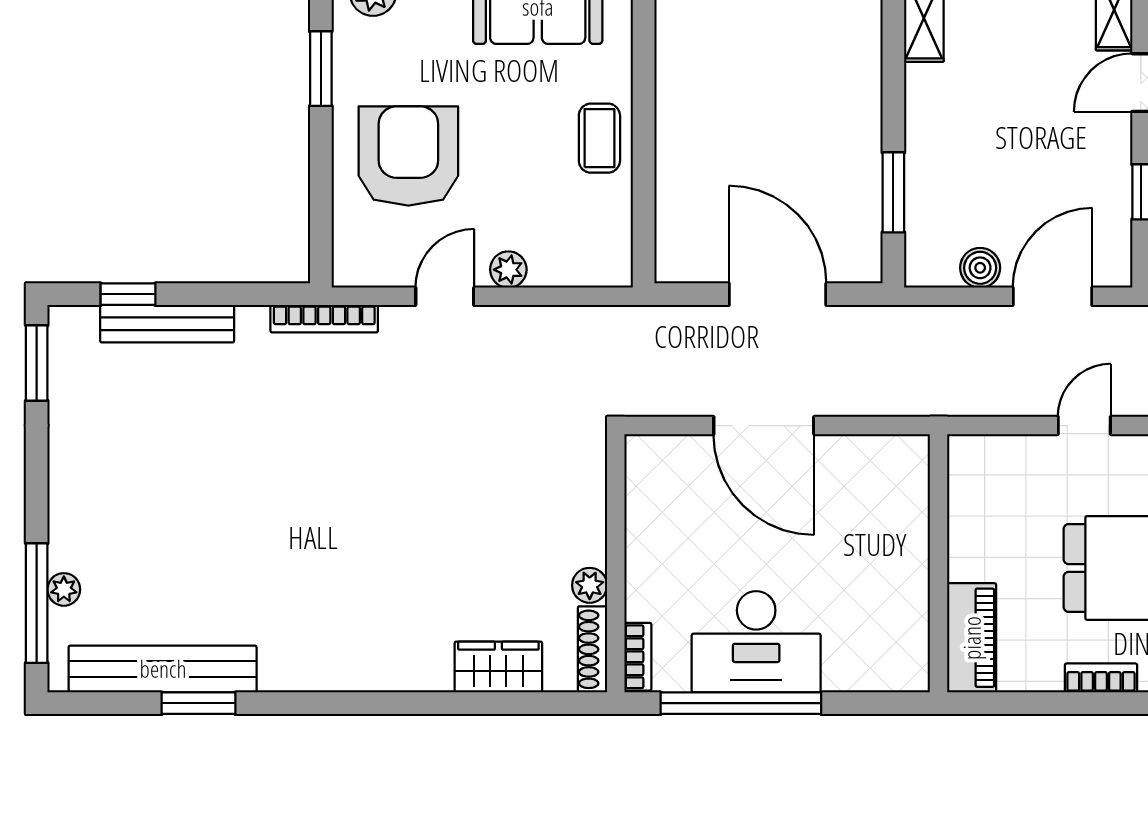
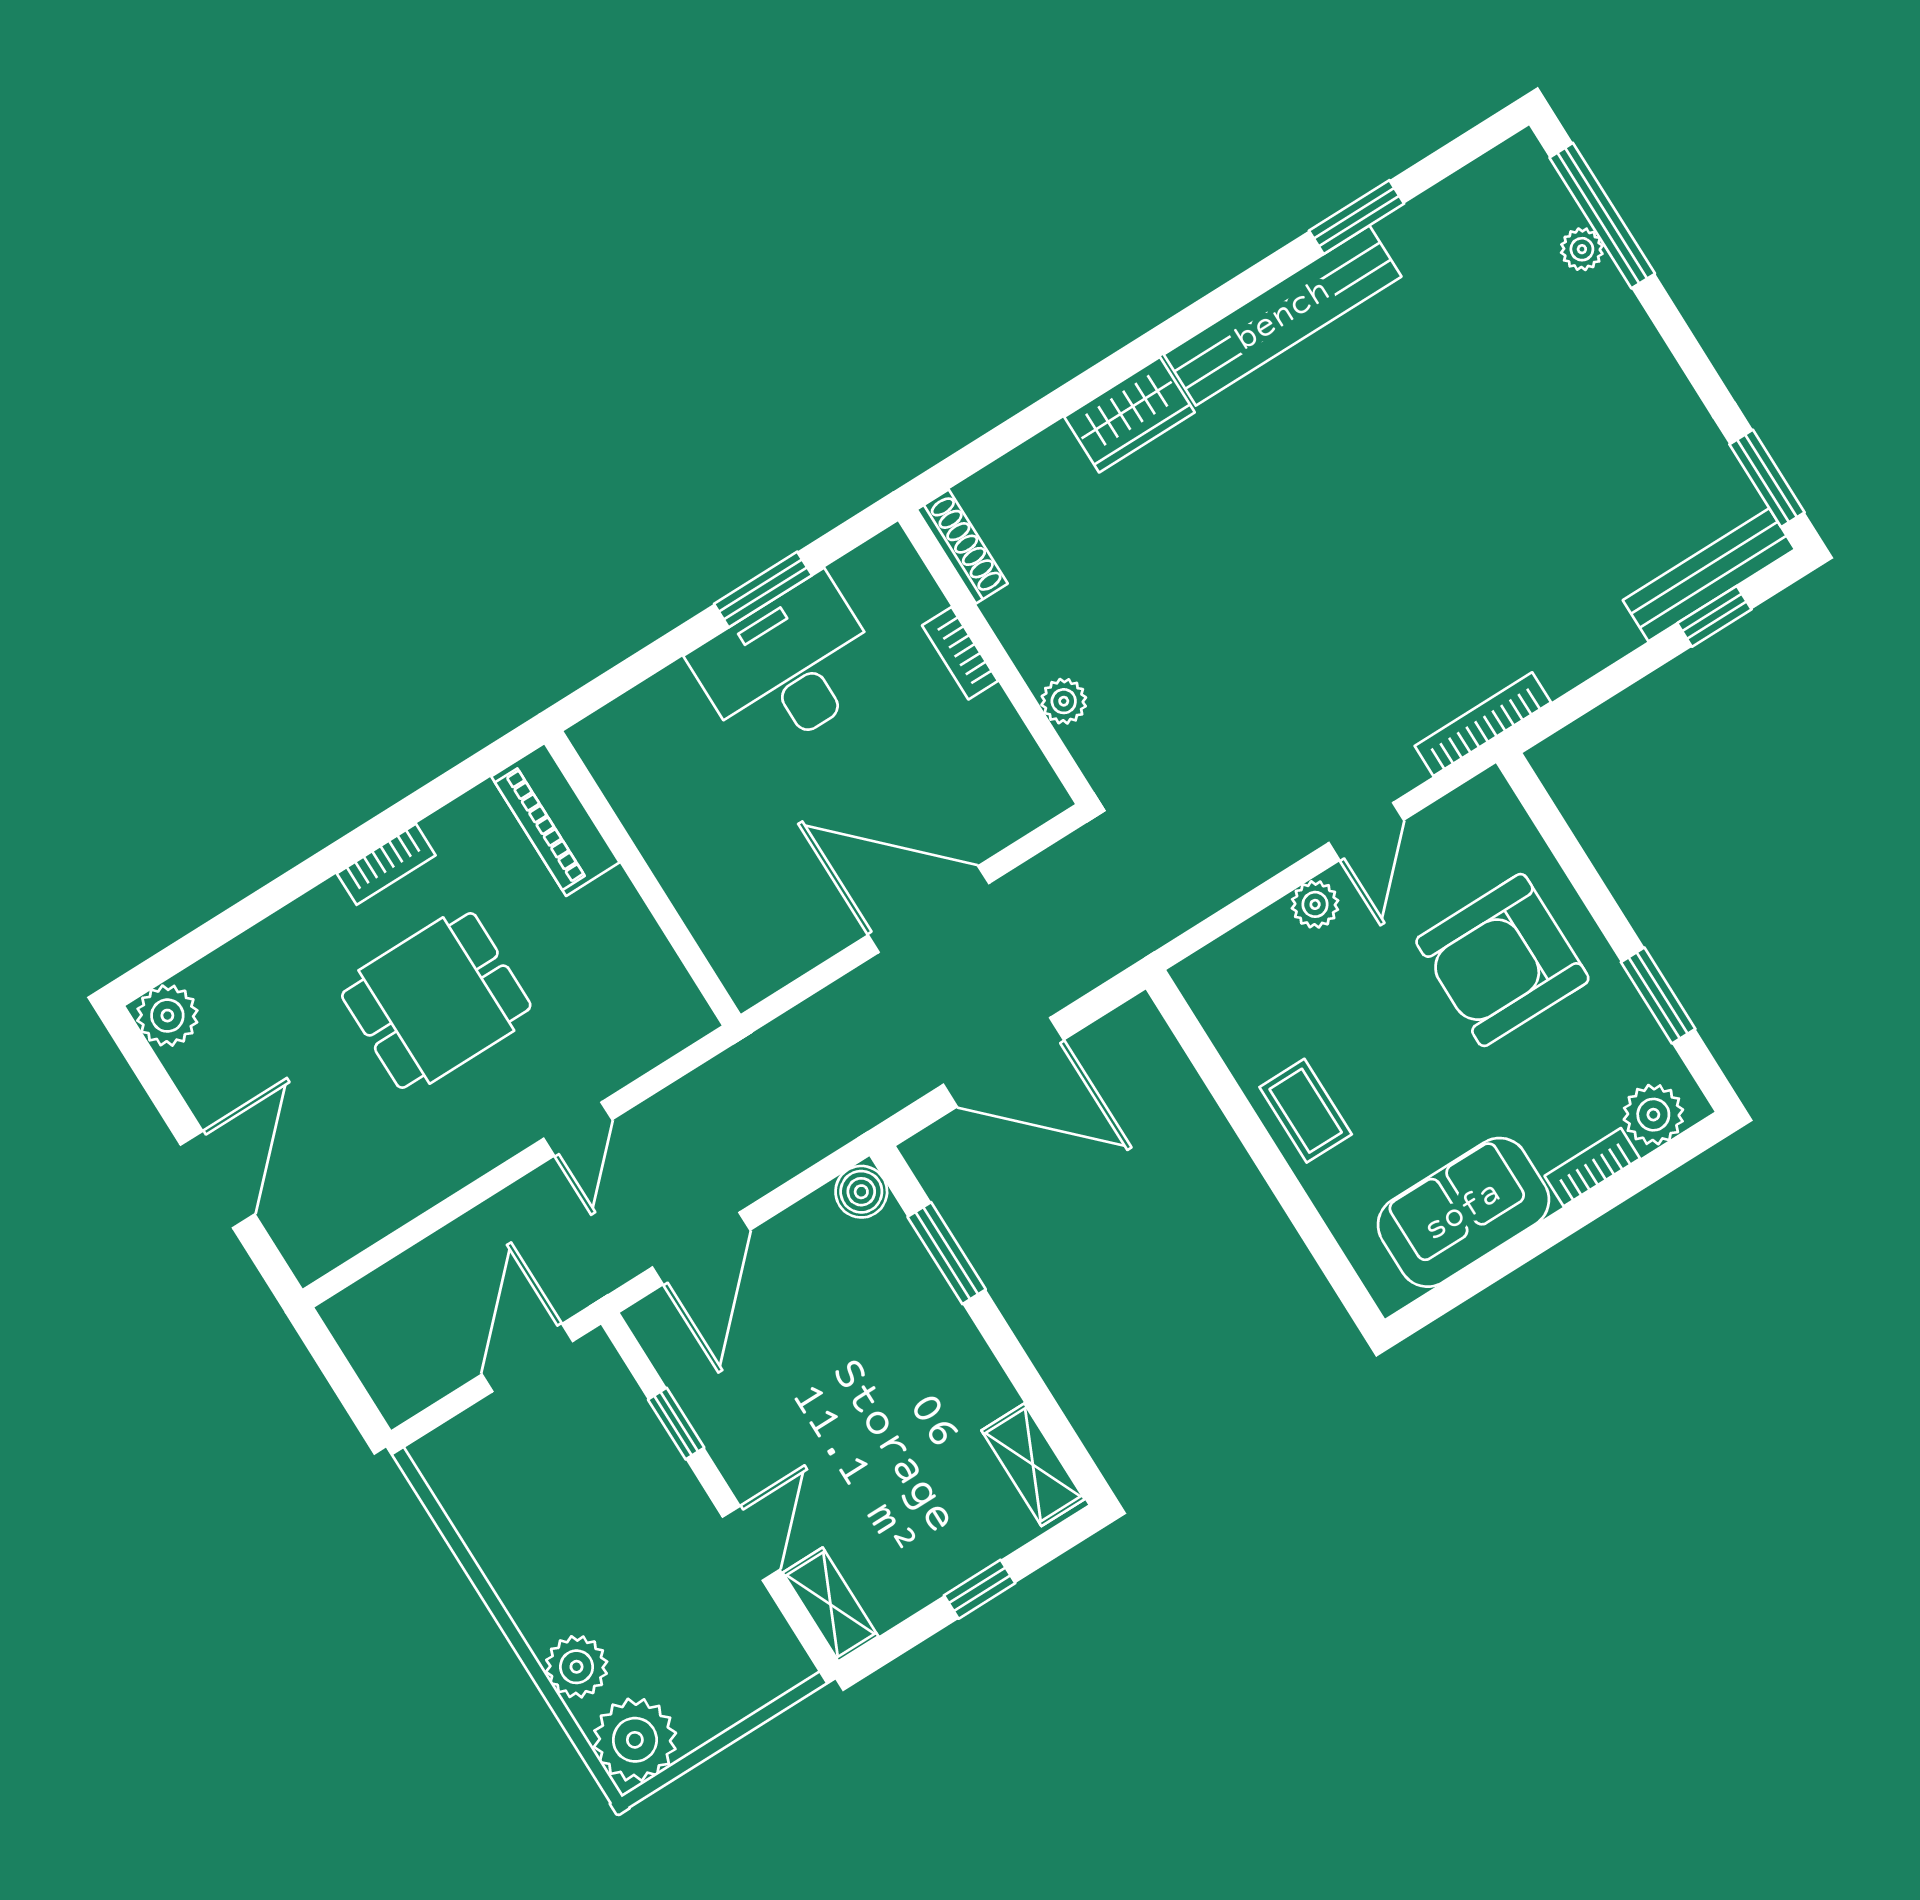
armchair: (408, 156) -> (1502, 960), turned 90
boiler: (980, 268) -> (861, 1192), moved
bench: (167, 324) -> (1709, 575), moved
plant: (590, 585) -> (1064, 701), moved
bookcase: (638, 657) -> (960, 653), moved
wardrobe: (498, 667) -> (1129, 415), moved
bench: (163, 669) -> (1283, 316), moved
window: (741, 703) -> (763, 589), width x0.47

